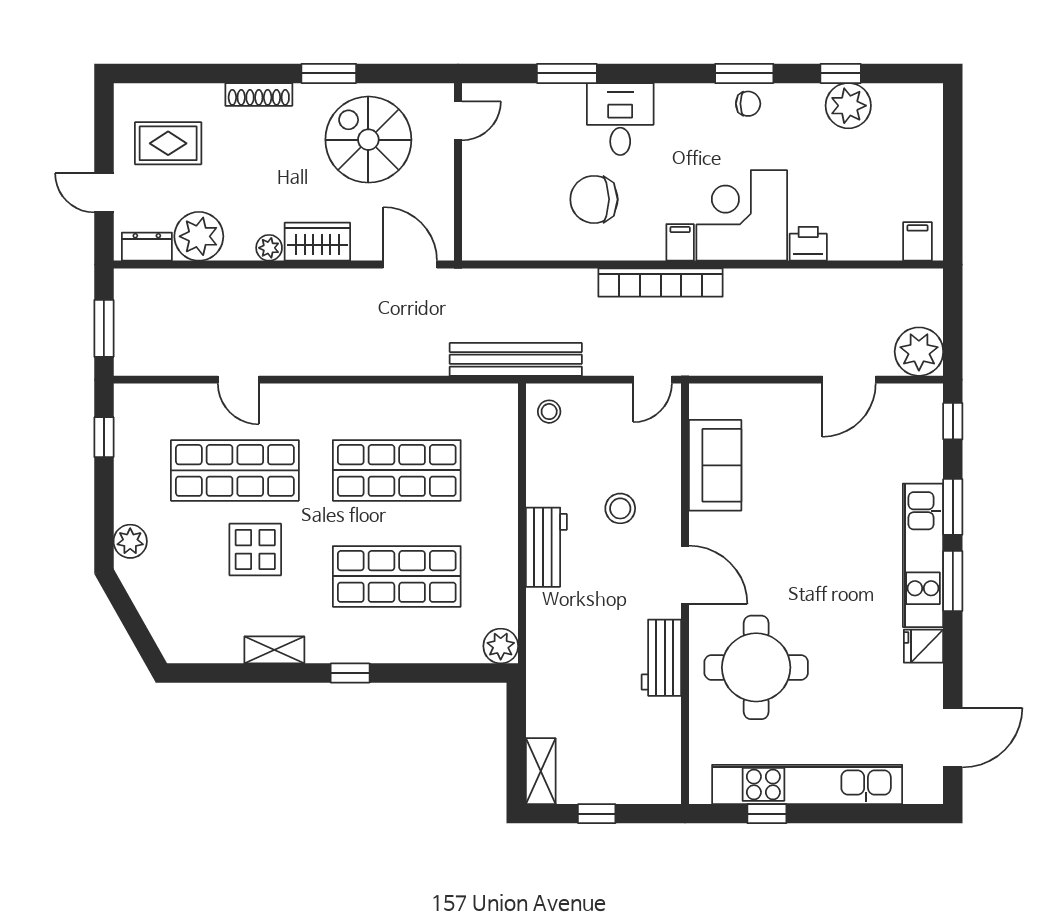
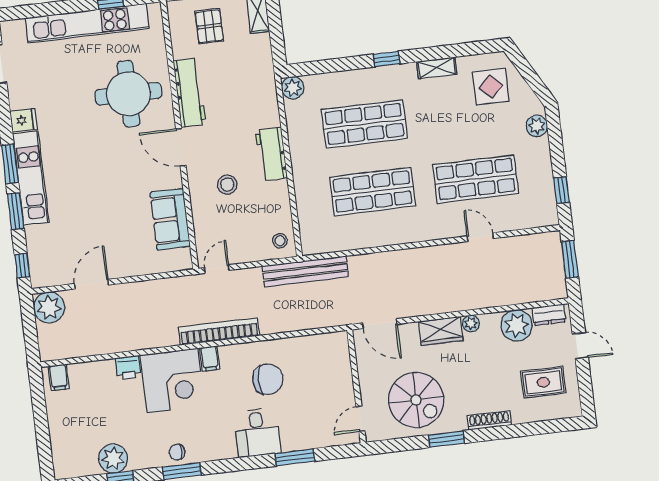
display table: (255, 549) -> (491, 87), moved
workbench: (661, 658) -> (190, 93), width x1.38
pallet: (618, 757) -> (209, 26), added

